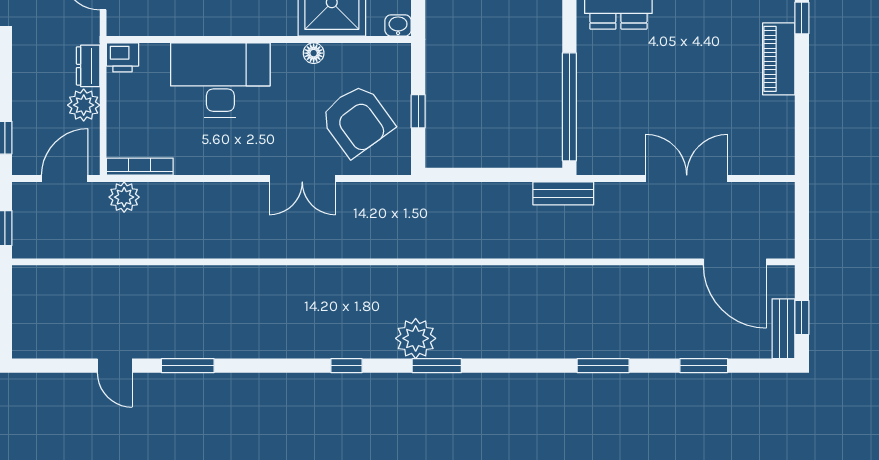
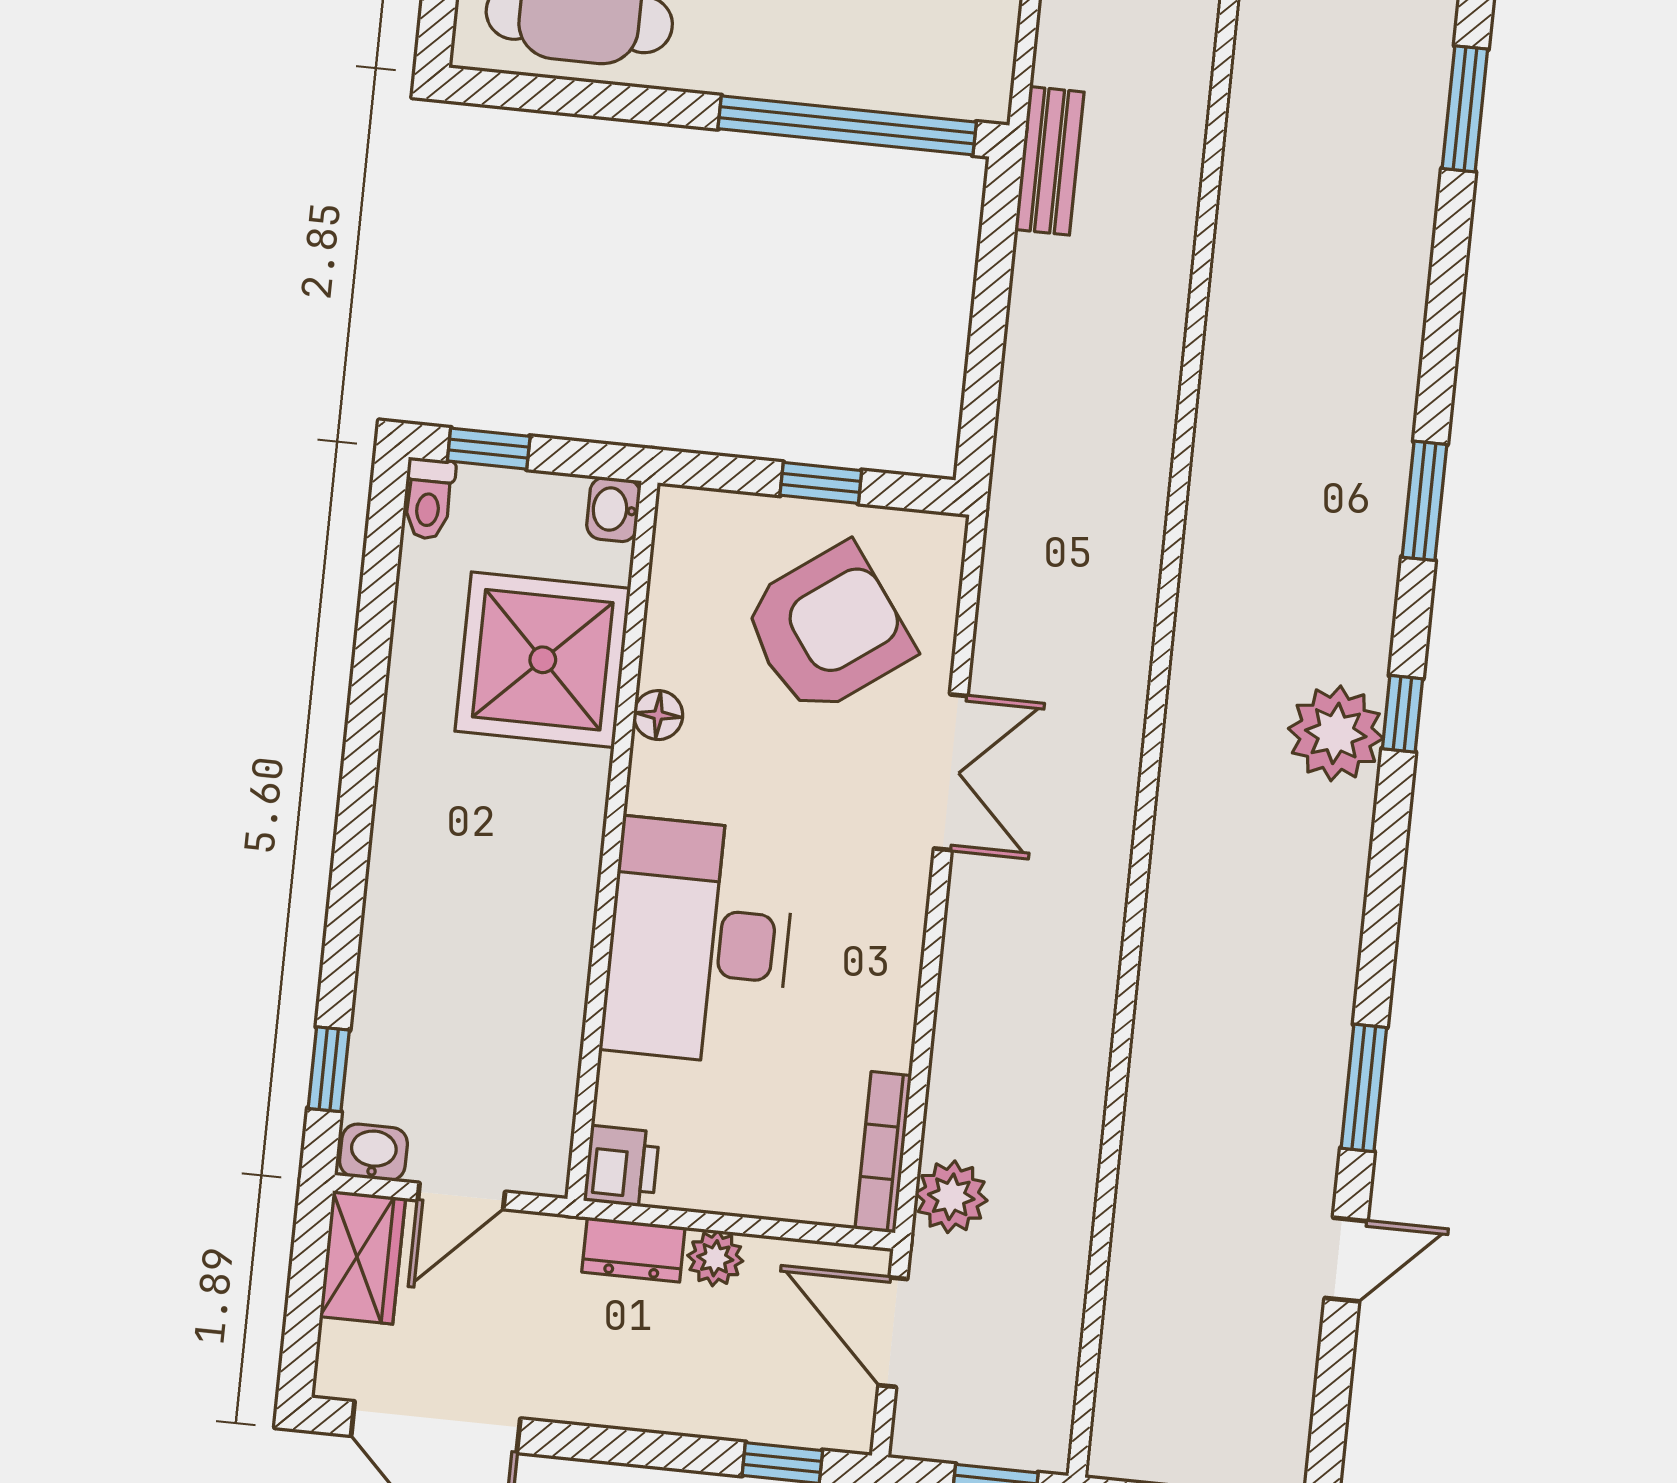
plant: (84, 105) -> (715, 1258), width x0.73, depth x0.73
plant: (416, 338) -> (1336, 733), moved

